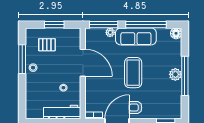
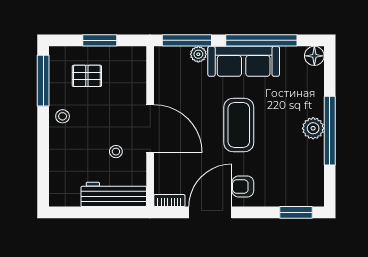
window: (22, 59) -> (43, 81), moved
door: (83, 63) -> (150, 129), moved

